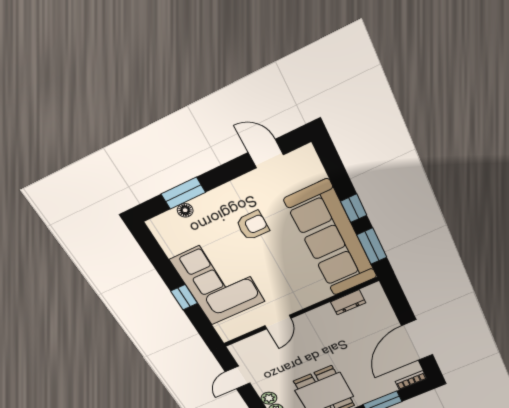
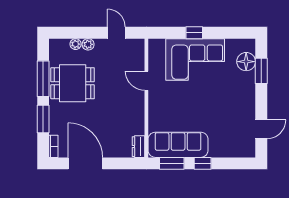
floor lamp: (185, 210) -> (246, 62), width x1.89, depth x1.89
armchair: (253, 225) -> (221, 99), removed
sofa: (331, 239) -> (178, 145), width x0.74, depth x0.79
dresser: (348, 302) -> (138, 147), moved

